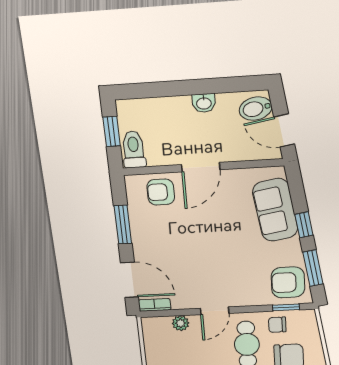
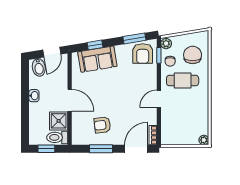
shower: (163, 150) -> (59, 121), added
armchair: (161, 192) -> (102, 125), moved, turned 83
window: (304, 225) -> (95, 45), moved
door: (215, 311) -> (159, 99), swing flipped
plant: (181, 323) -> (166, 44), moved

